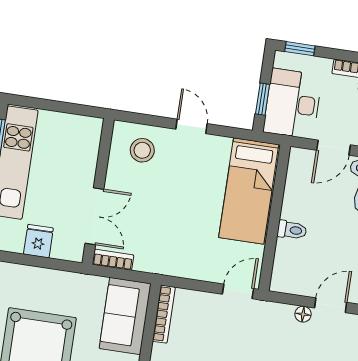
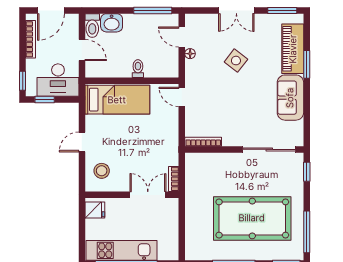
window: (263, 99) -> (45, 100), moved
fridge: (38, 241) -> (95, 210), moved, turned 180
sofa: (125, 316) -> (208, 166), removed

